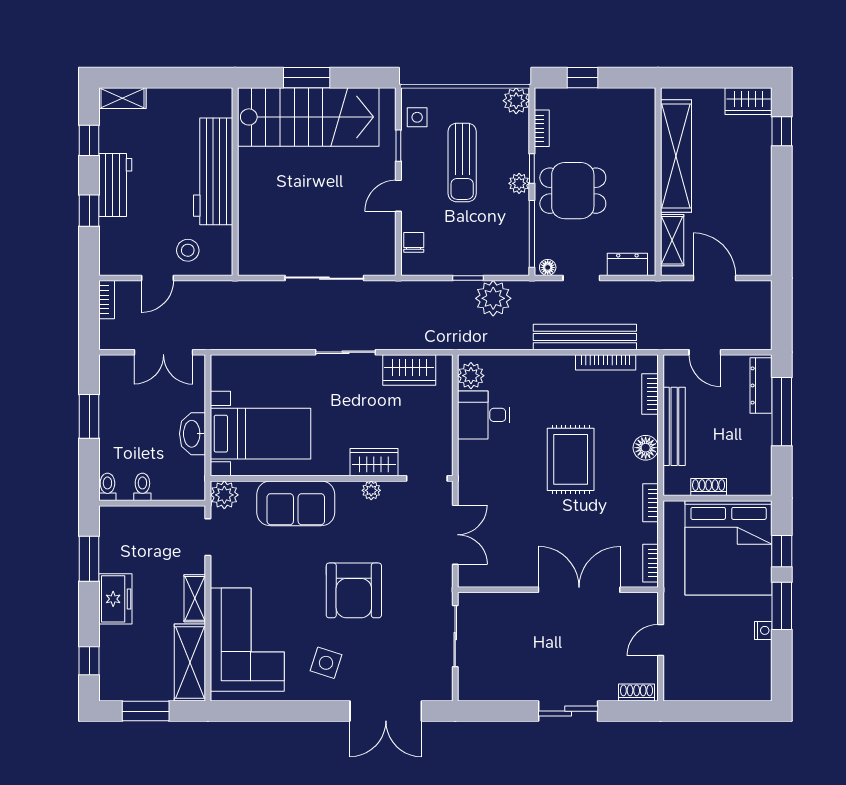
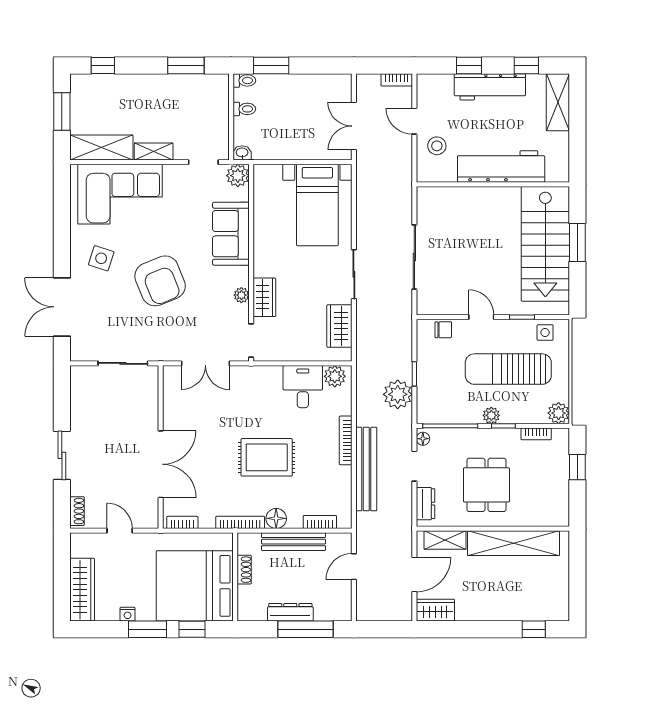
shelving: (122, 98) -> (558, 102), width x1.50, depth x1.33
wardrobe: (749, 101) -> (435, 610), moved, turned 90
sun lounger: (462, 162) -> (508, 369), width x1.36, depth x1.34
workbench: (115, 185) -> (490, 87), width x1.38
dining table: (573, 191) -> (486, 485), moved
bookcase: (606, 362) -> (346, 440), moved
dresser: (761, 385) -> (290, 612), moved
window: (89, 416) -> (271, 65), moved
washbasin: (192, 434) -> (242, 153), moved, width x0.52, depth x0.69
bed with nightstands: (260, 434) -> (317, 205), moved
bookcase: (650, 503) -> (240, 522), width x1.56
armchair: (354, 590) -> (160, 281), turned -112
freezer: (115, 599) -> (153, 87), removed
wardrobe: (733, 686) -> (82, 590), added

